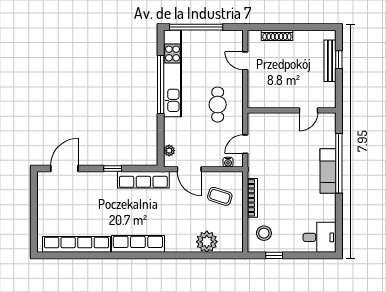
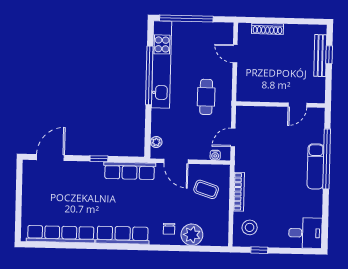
chair: (184, 236) -> (169, 229), added

